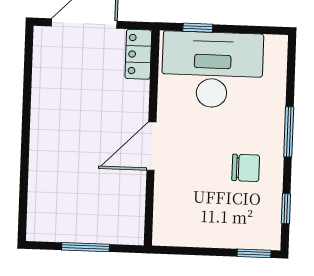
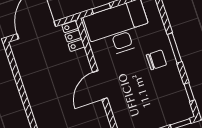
chair: (246, 168) -> (156, 60), moved

